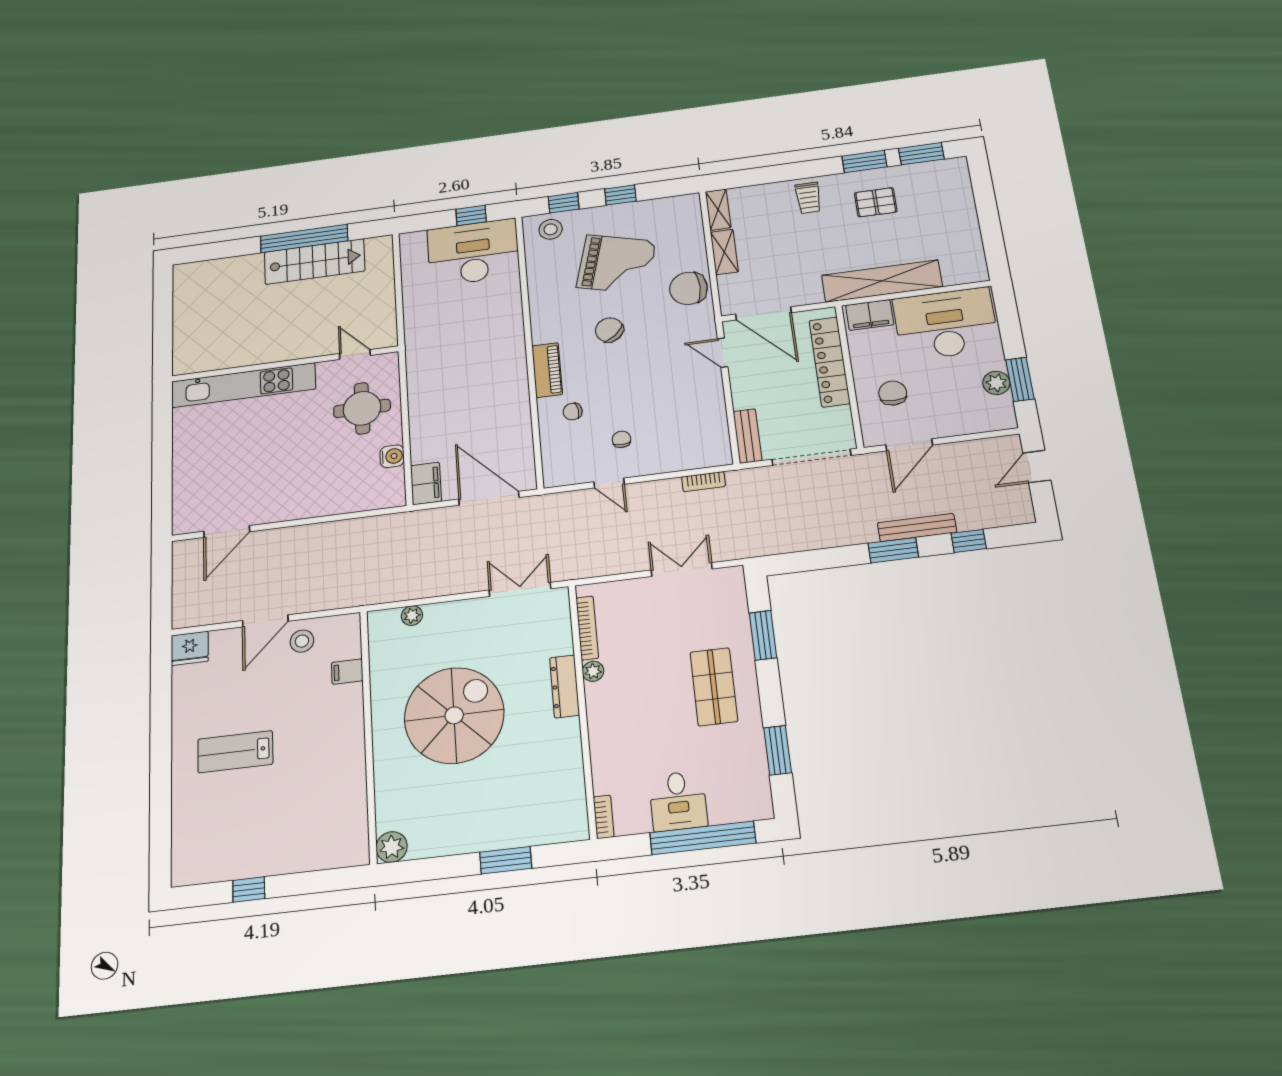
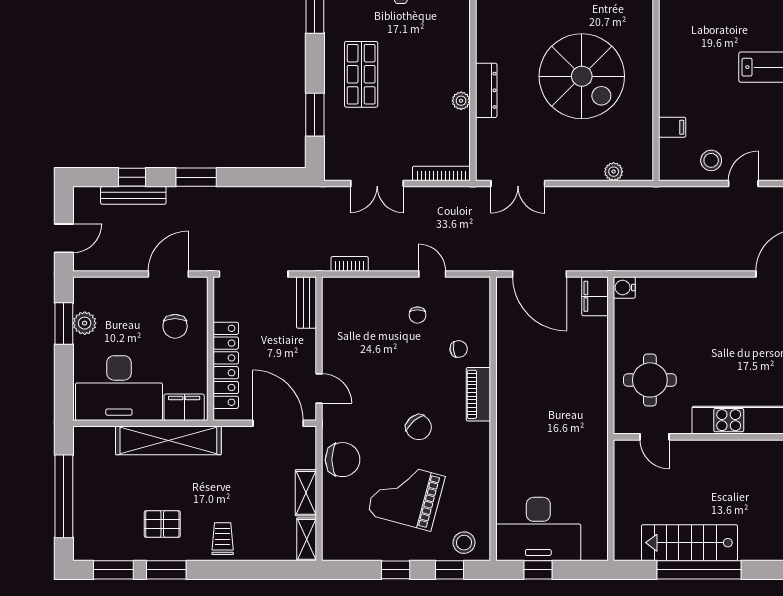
window: (988, 213) -> (64, 496), added
water cooler: (392, 456) -> (624, 288), moved
bench: (917, 528) -> (133, 195), moved
door: (265, 621) -> (743, 184), width x0.73
bookcase: (587, 628) -> (441, 173), moved, turned 90
spiral stairs: (454, 715) -> (582, 76), turned -90

